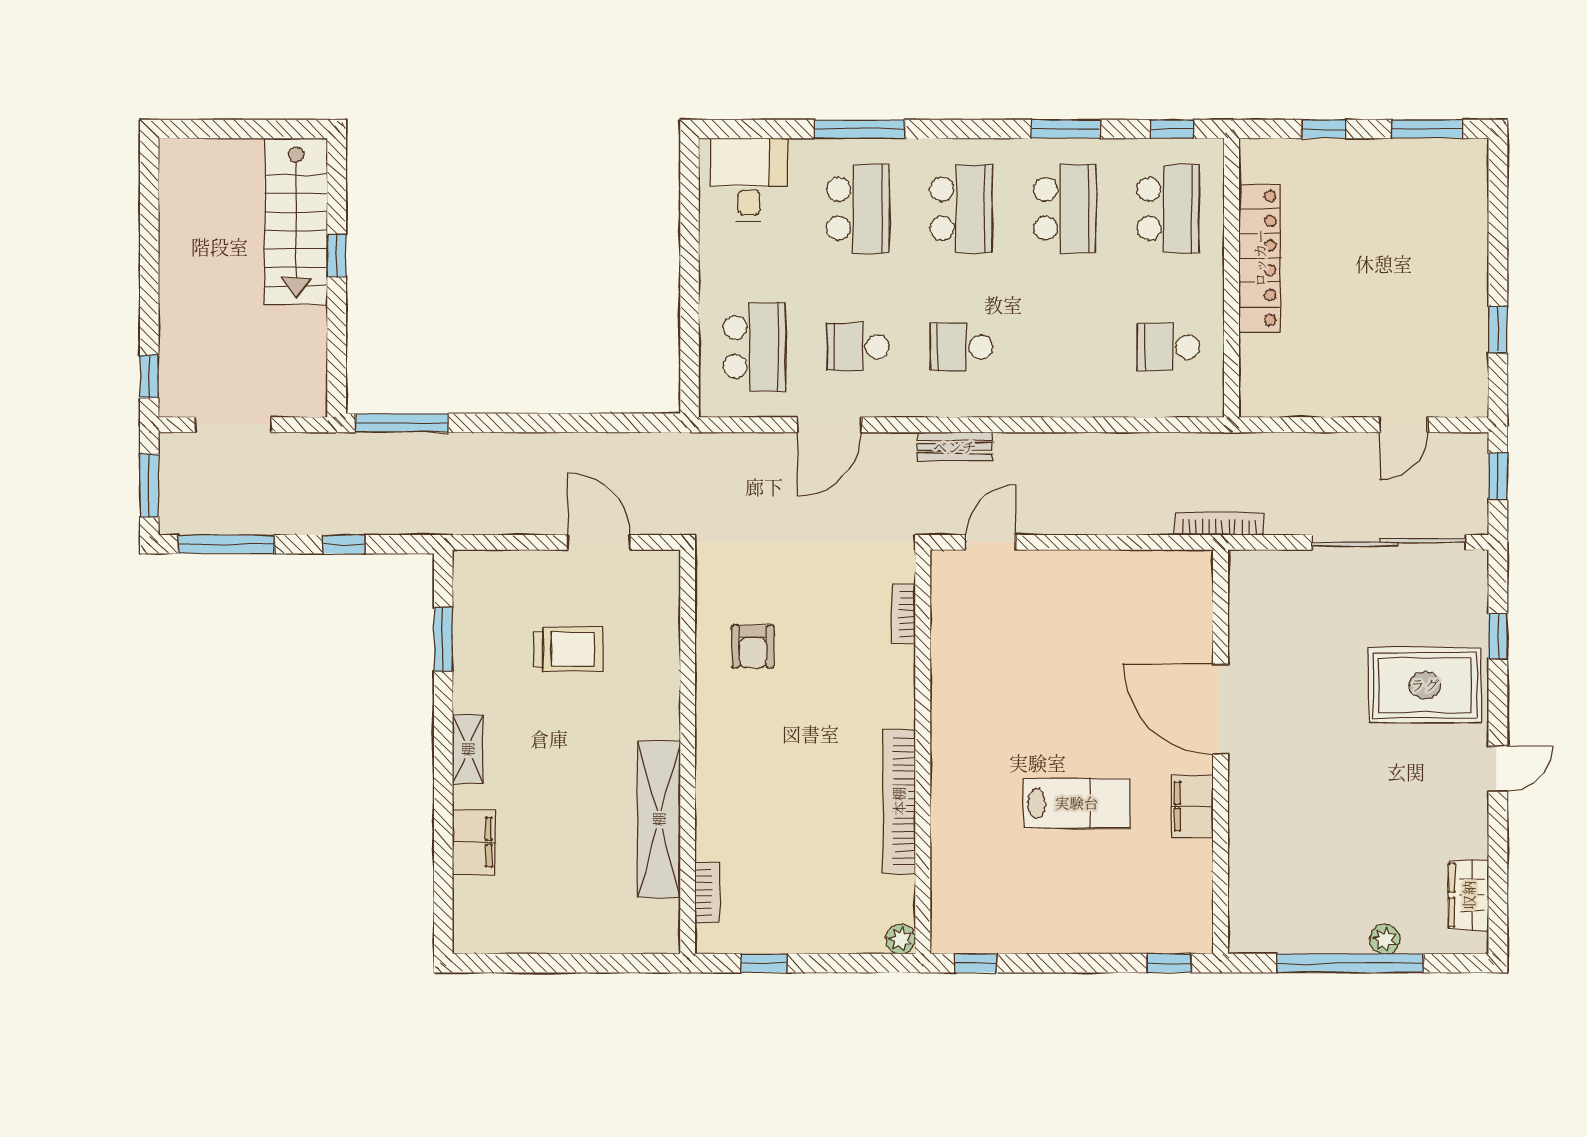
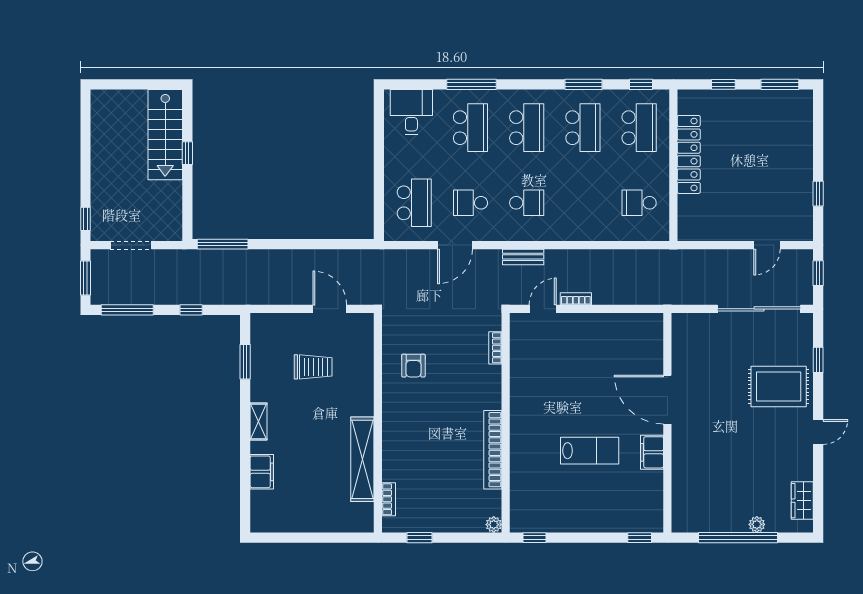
school desk: (961, 347) -> (527, 203), turned 180
bookcase: (1219, 524) -> (576, 299), moved, width x0.64

